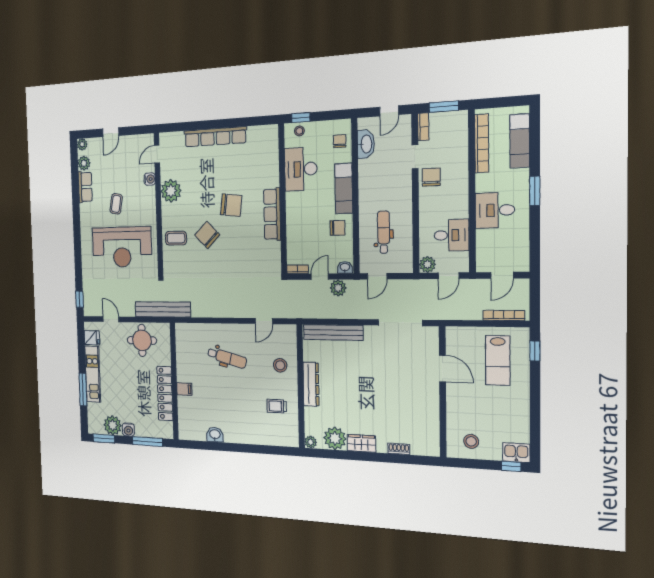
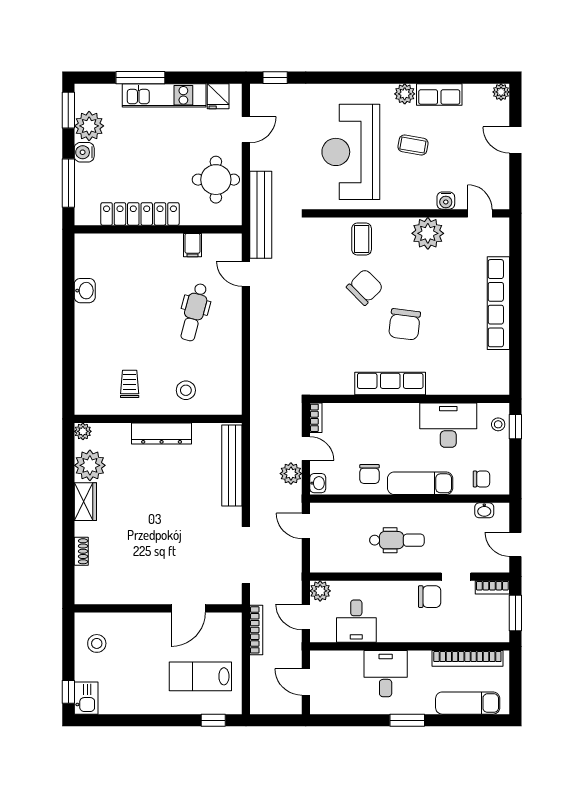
washbasin: (366, 144) -> (484, 510), width x0.52, depth x0.69
plant: (84, 163) -> (405, 94), moved
dental chair: (384, 232) -> (397, 540), moved
bookcase: (504, 315) -> (256, 630), moved
door: (264, 321) -> (246, 274), moved
filing cabinet: (184, 389) -> (193, 245), moved

